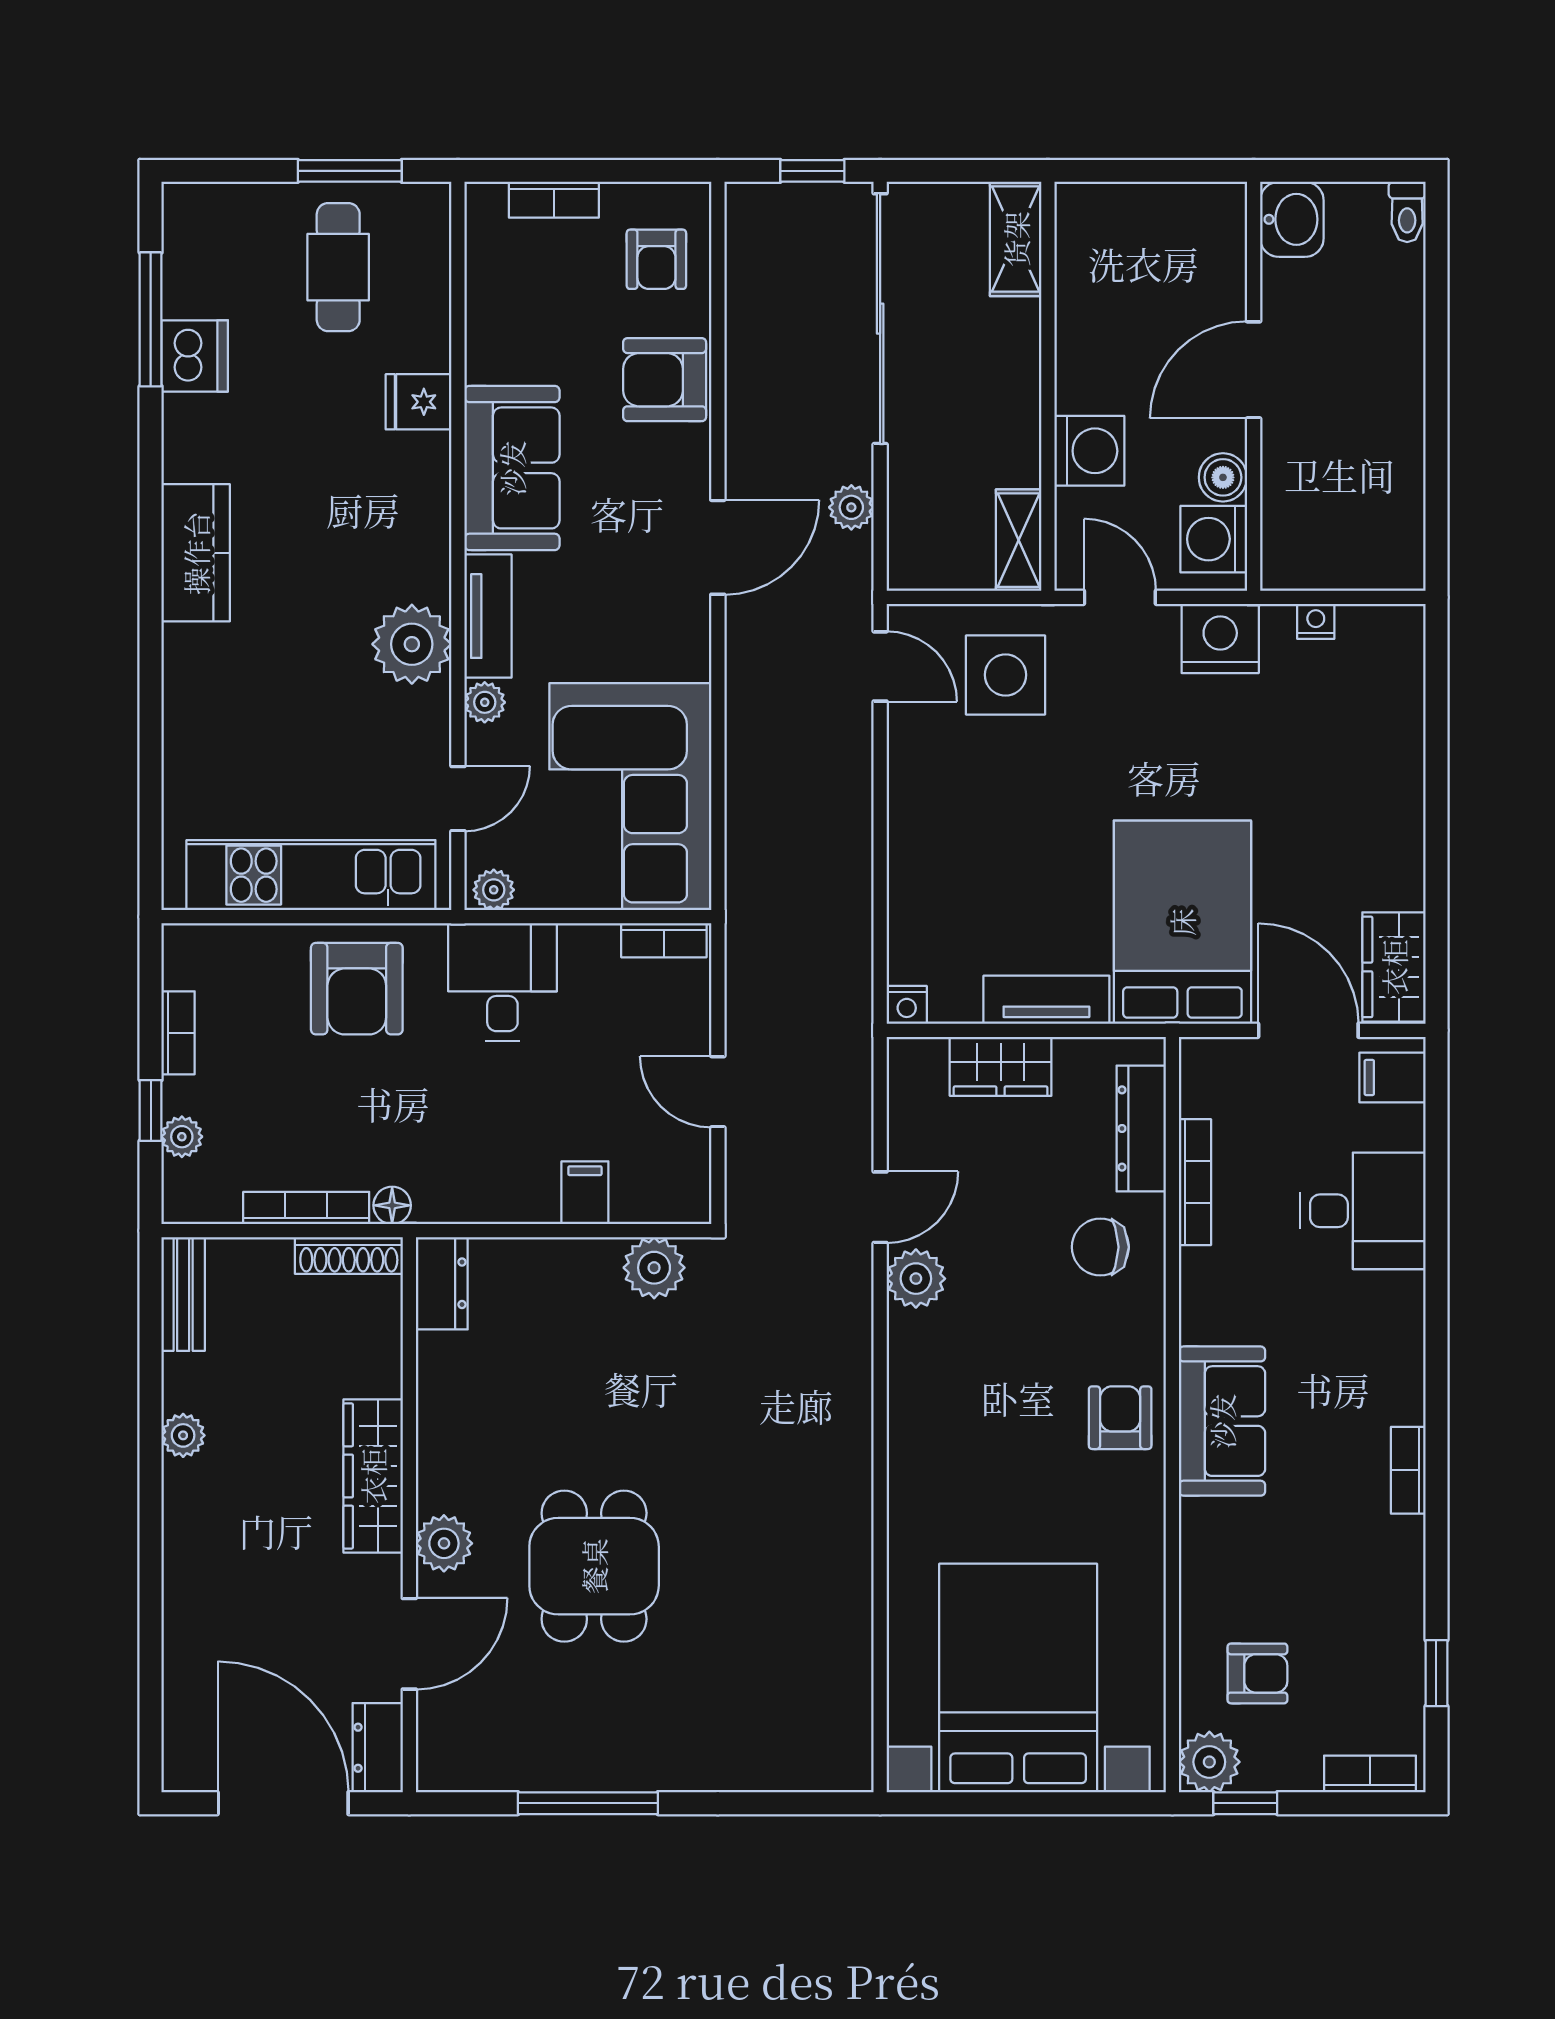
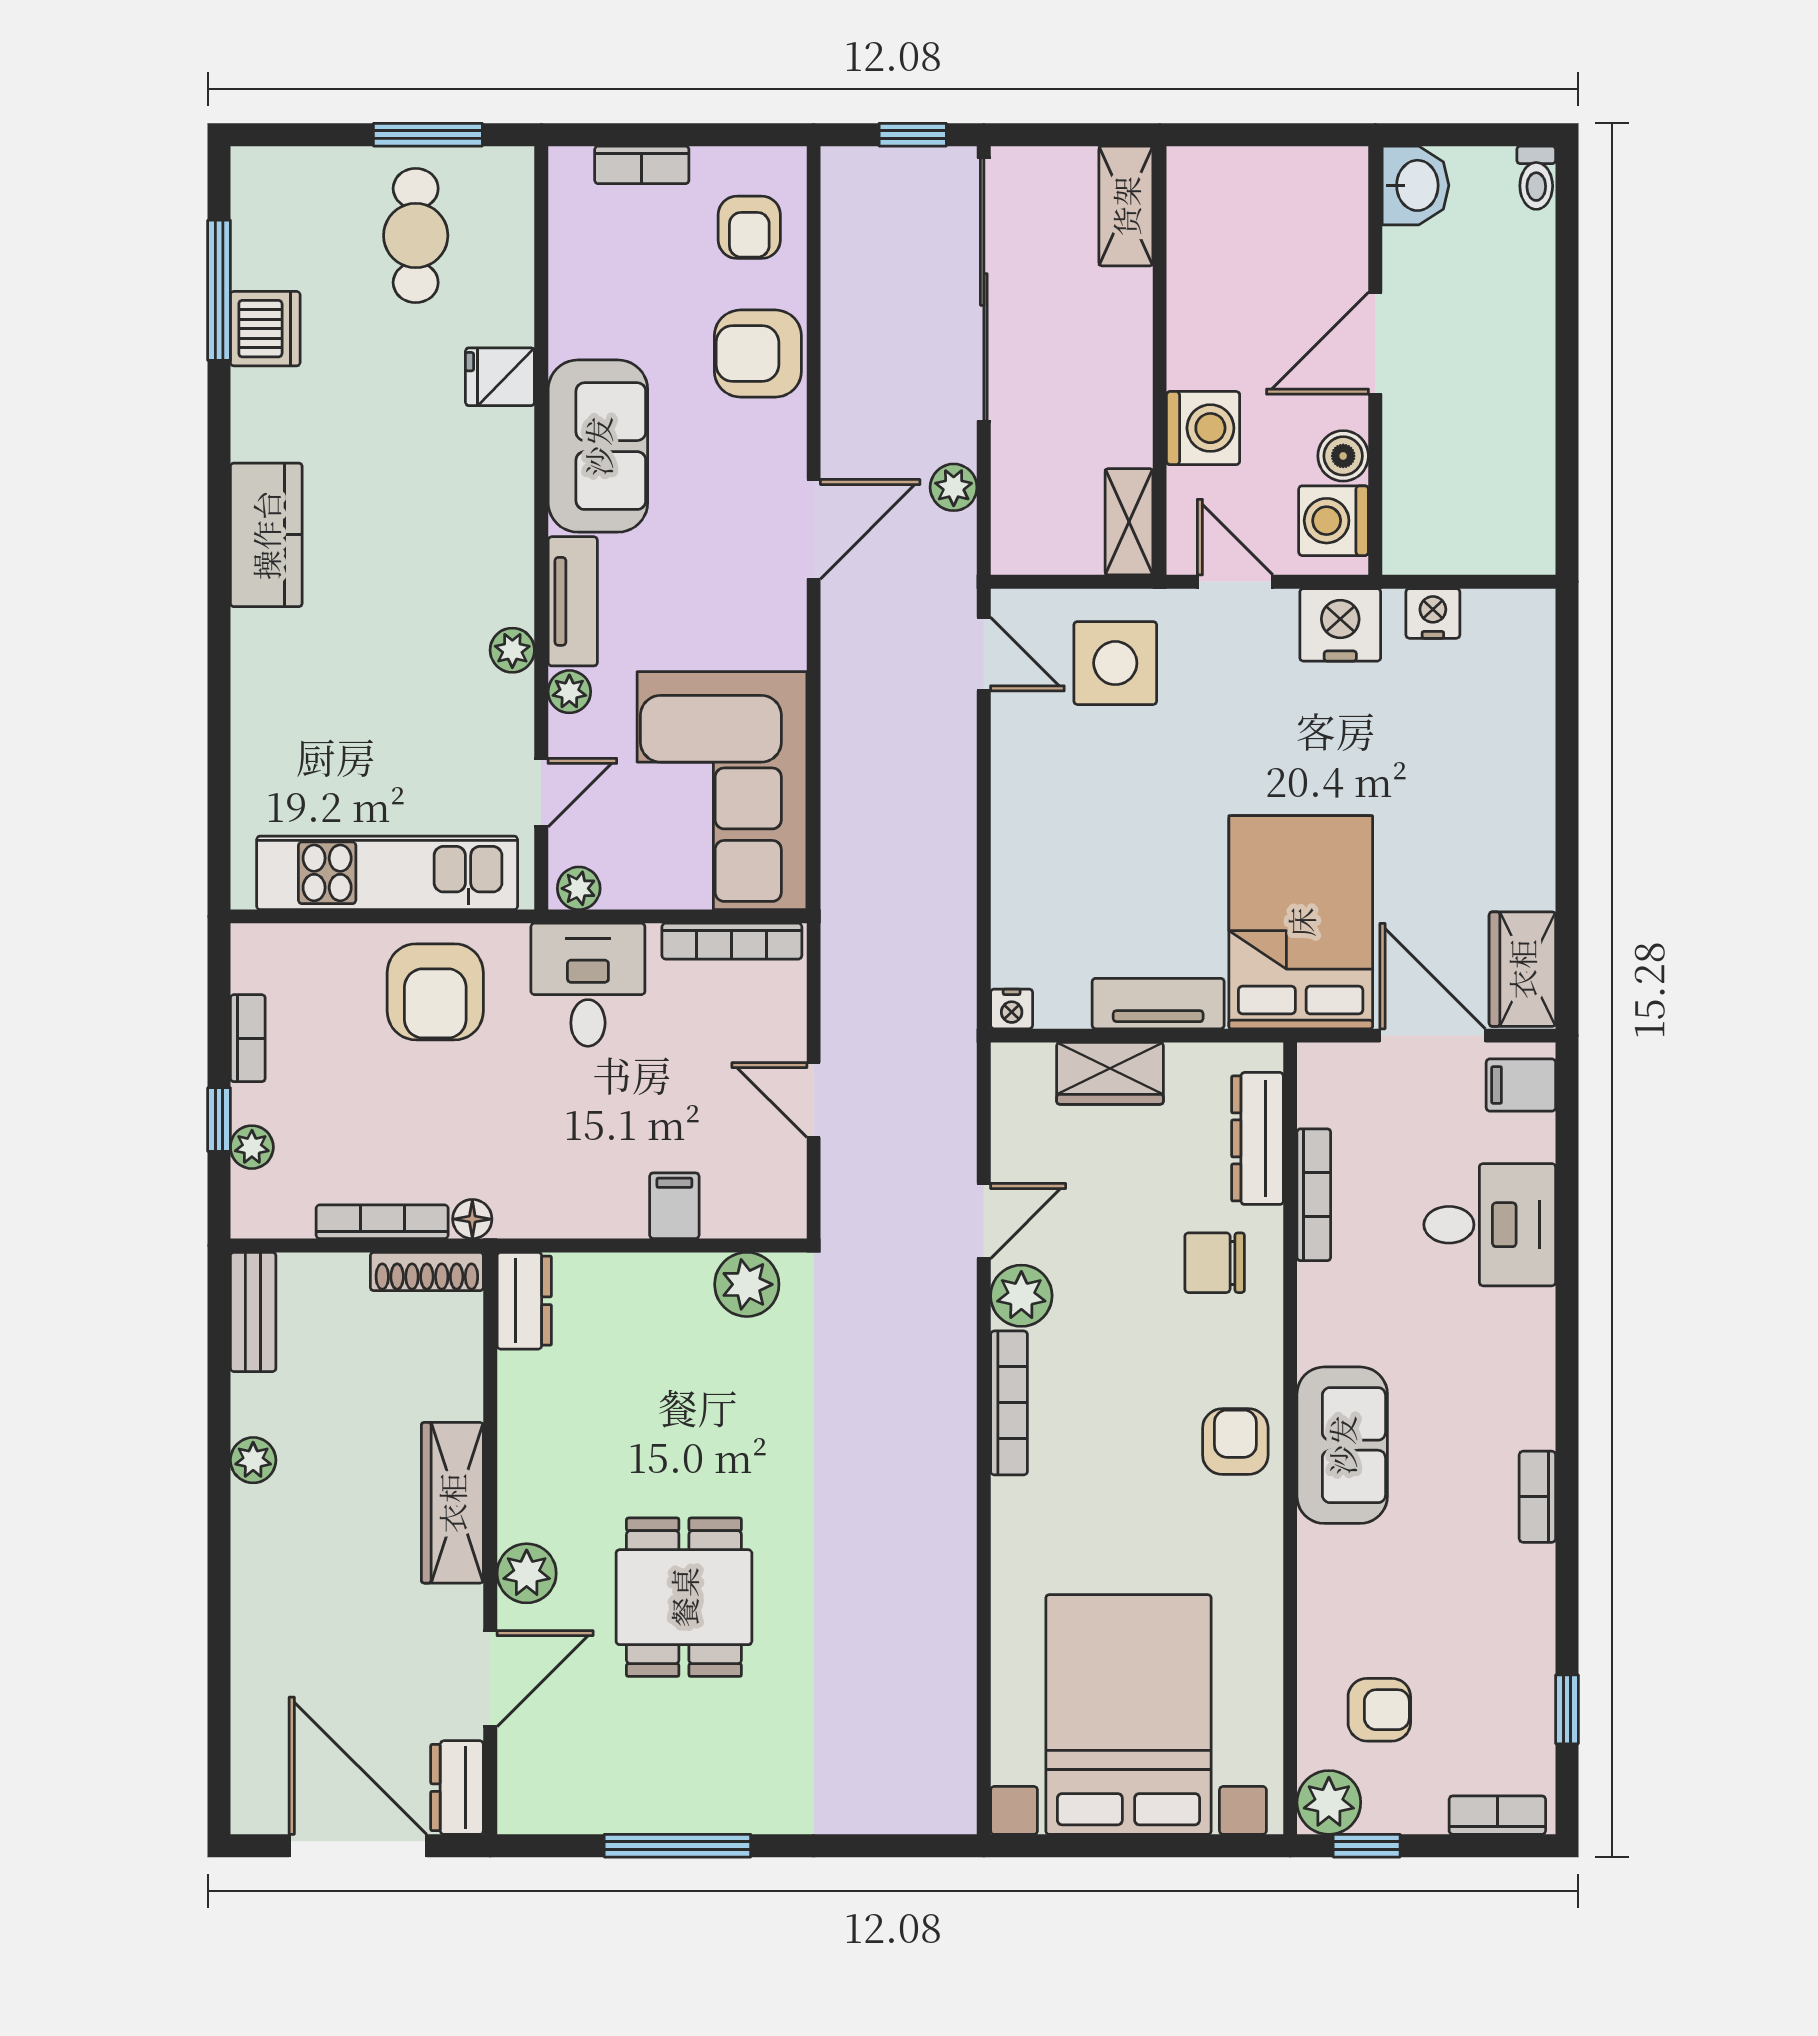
nightstand: (1316, 621) -> (1433, 613), width x1.39, depth x1.35
plant: (412, 644) -> (512, 650), width x0.53, depth x0.53
bookcase: (664, 940) -> (732, 941), width x1.56
bookcase: (904, 1381) -> (1009, 1403), added

